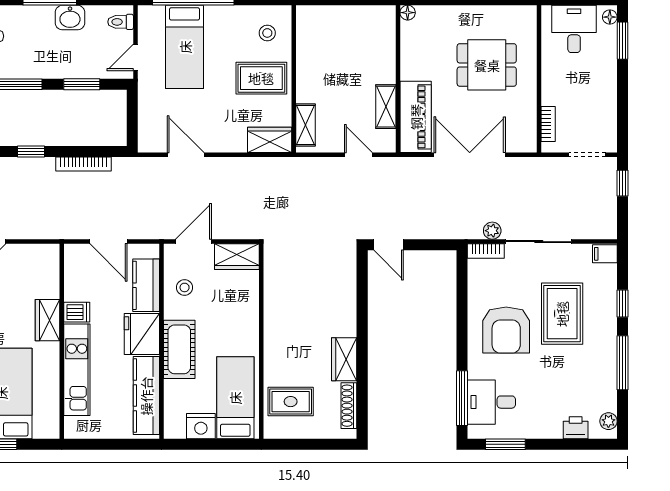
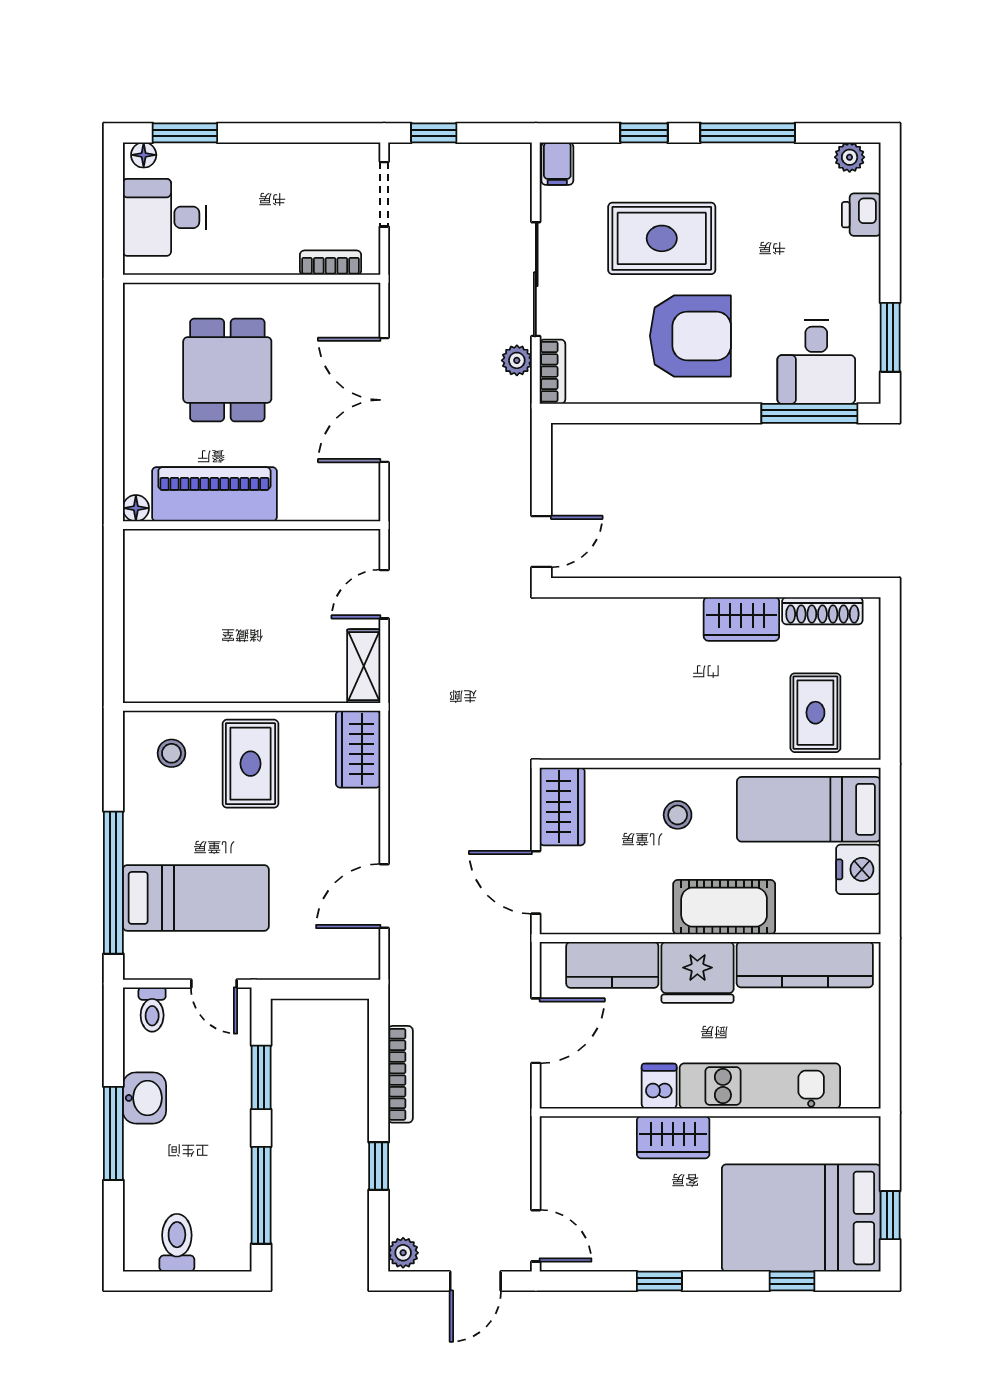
shelving: (386, 107) -> (300, 546), removed
piano: (416, 117) -> (214, 494), moved
shelving: (306, 125) -> (364, 666), moved, turned 90
stool: (185, 287) -> (678, 815), moved

